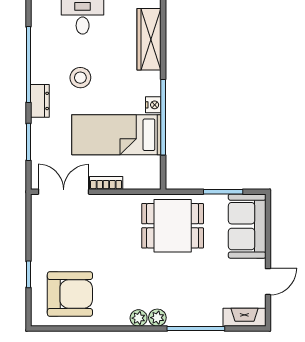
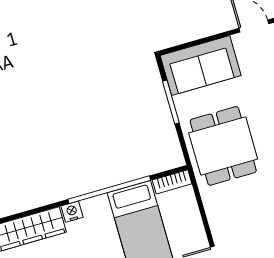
nightstand: (153, 105) -> (72, 212), moved
bookcase: (106, 183) -> (172, 182), moved, turned -90

